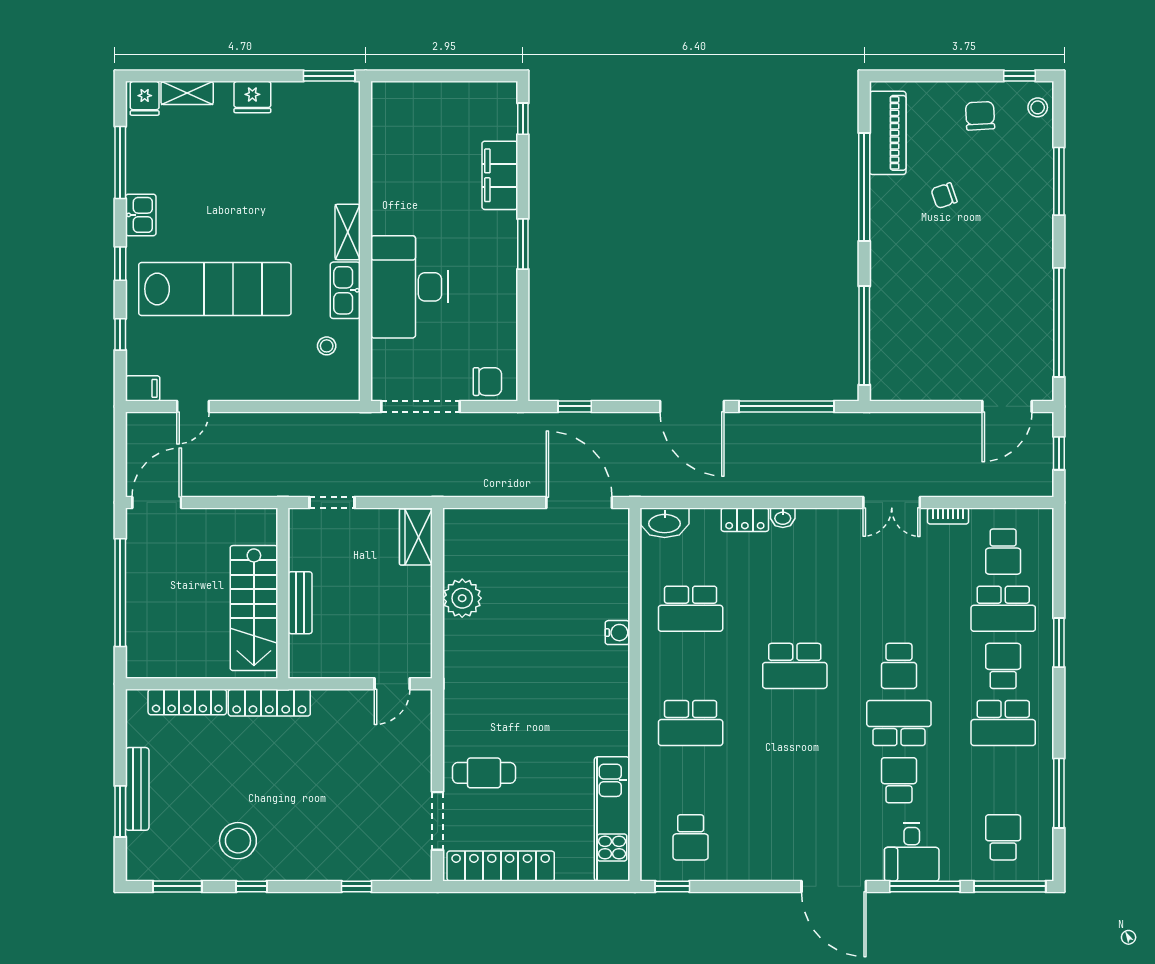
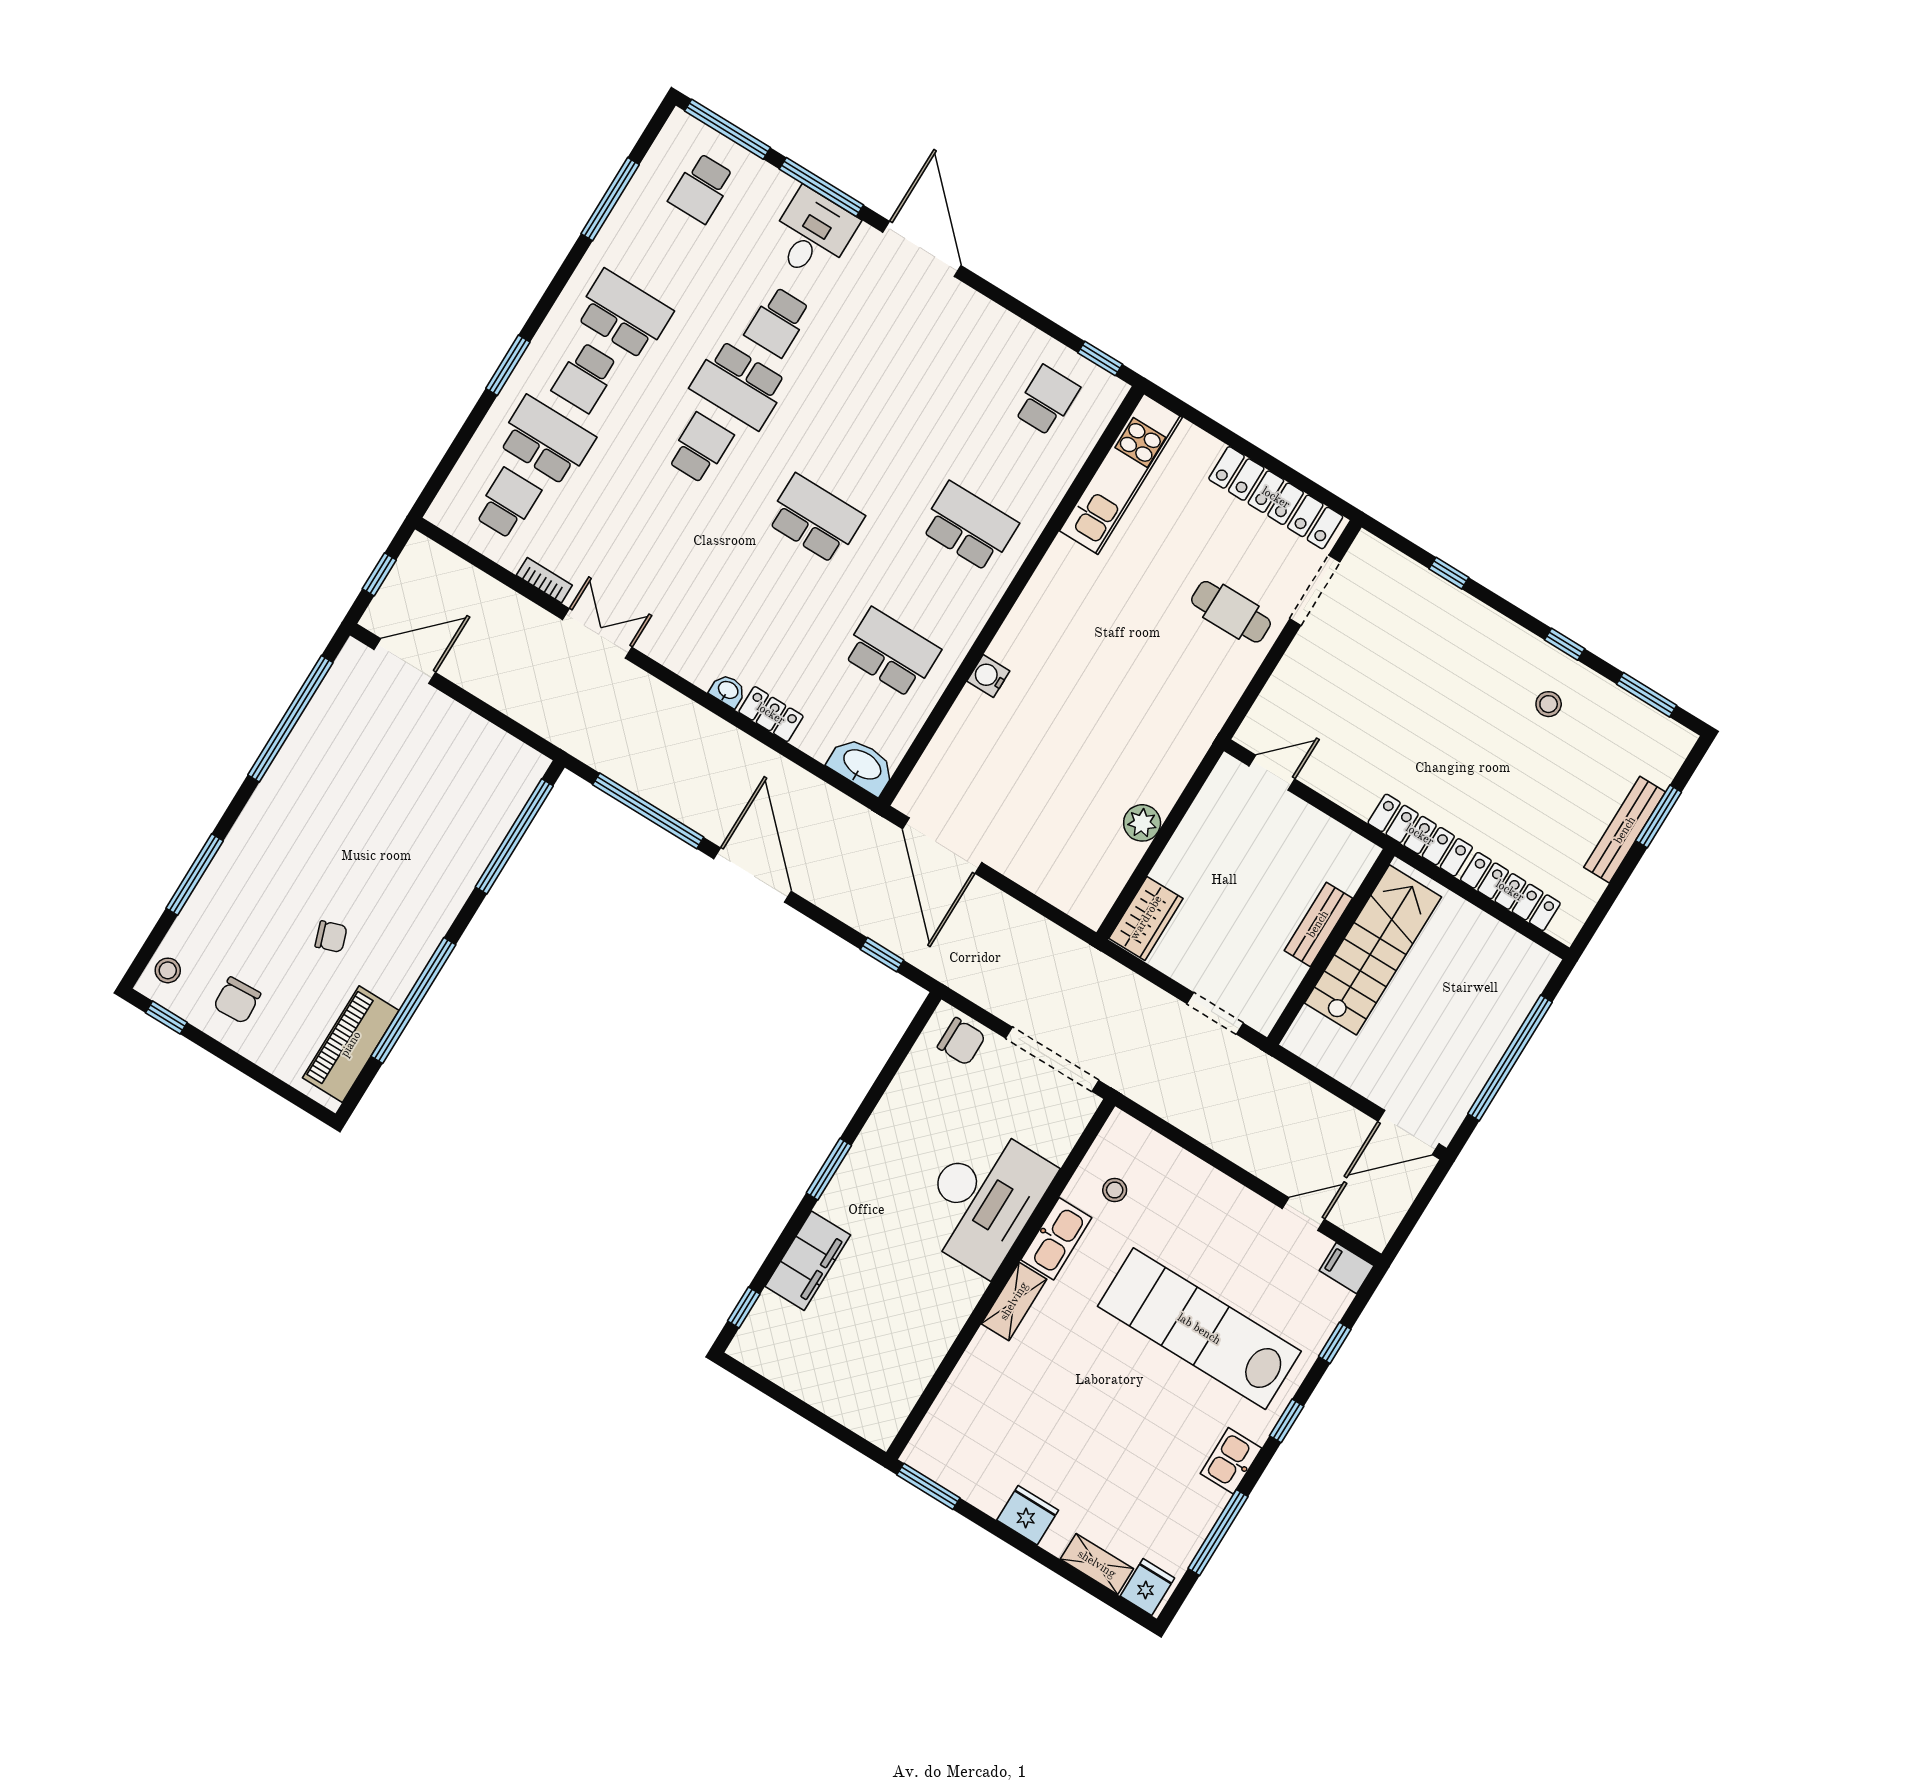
chair: (487, 382) -> (961, 1041), turned 180
plant: (462, 598) -> (1142, 823), width x0.73, depth x0.73
stool: (238, 841) -> (1549, 704), width x0.53, depth x0.53

